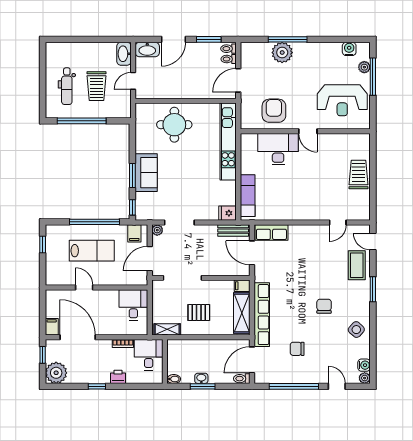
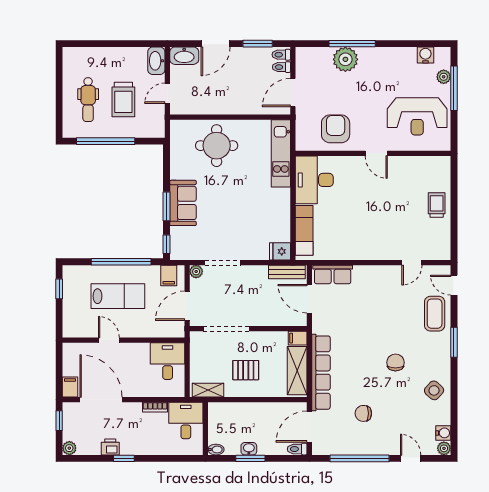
kitchen unit: (228, 142) -> (281, 153), width x0.73
desk: (278, 149) -> (314, 180), moved, turned -90
trolley: (358, 174) -> (437, 205), width x0.73, depth x0.72
plant: (56, 373) -> (69, 448), width x0.53, depth x0.53
printer: (118, 377) -> (110, 447), moved

